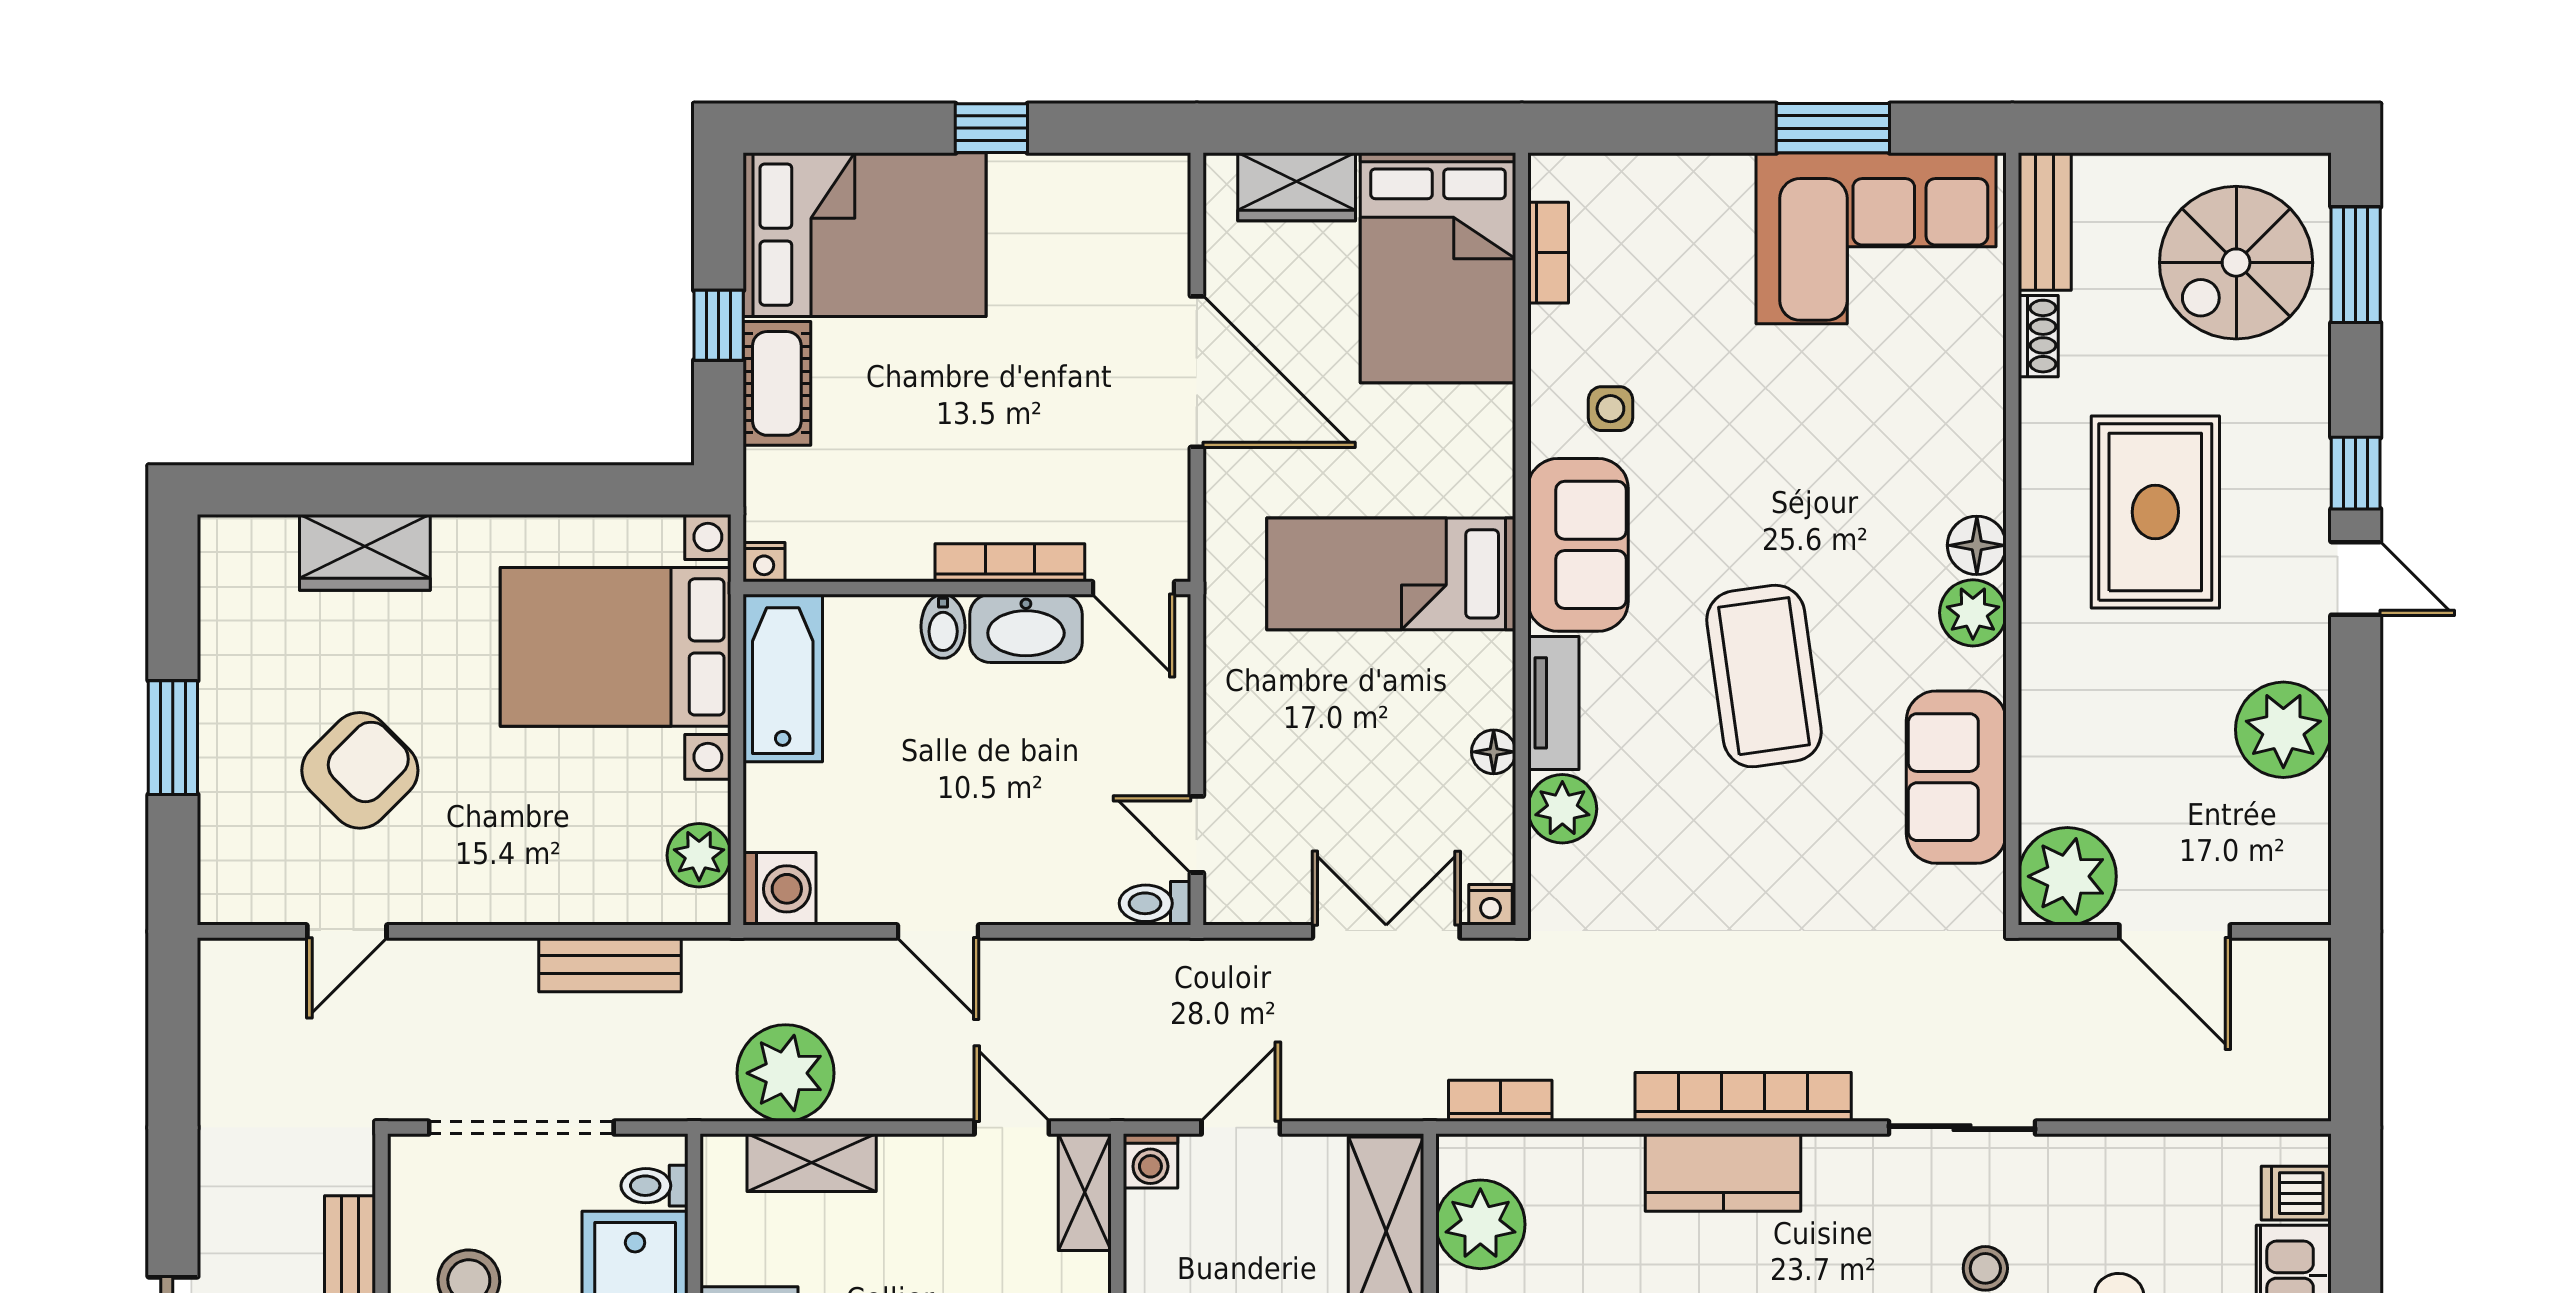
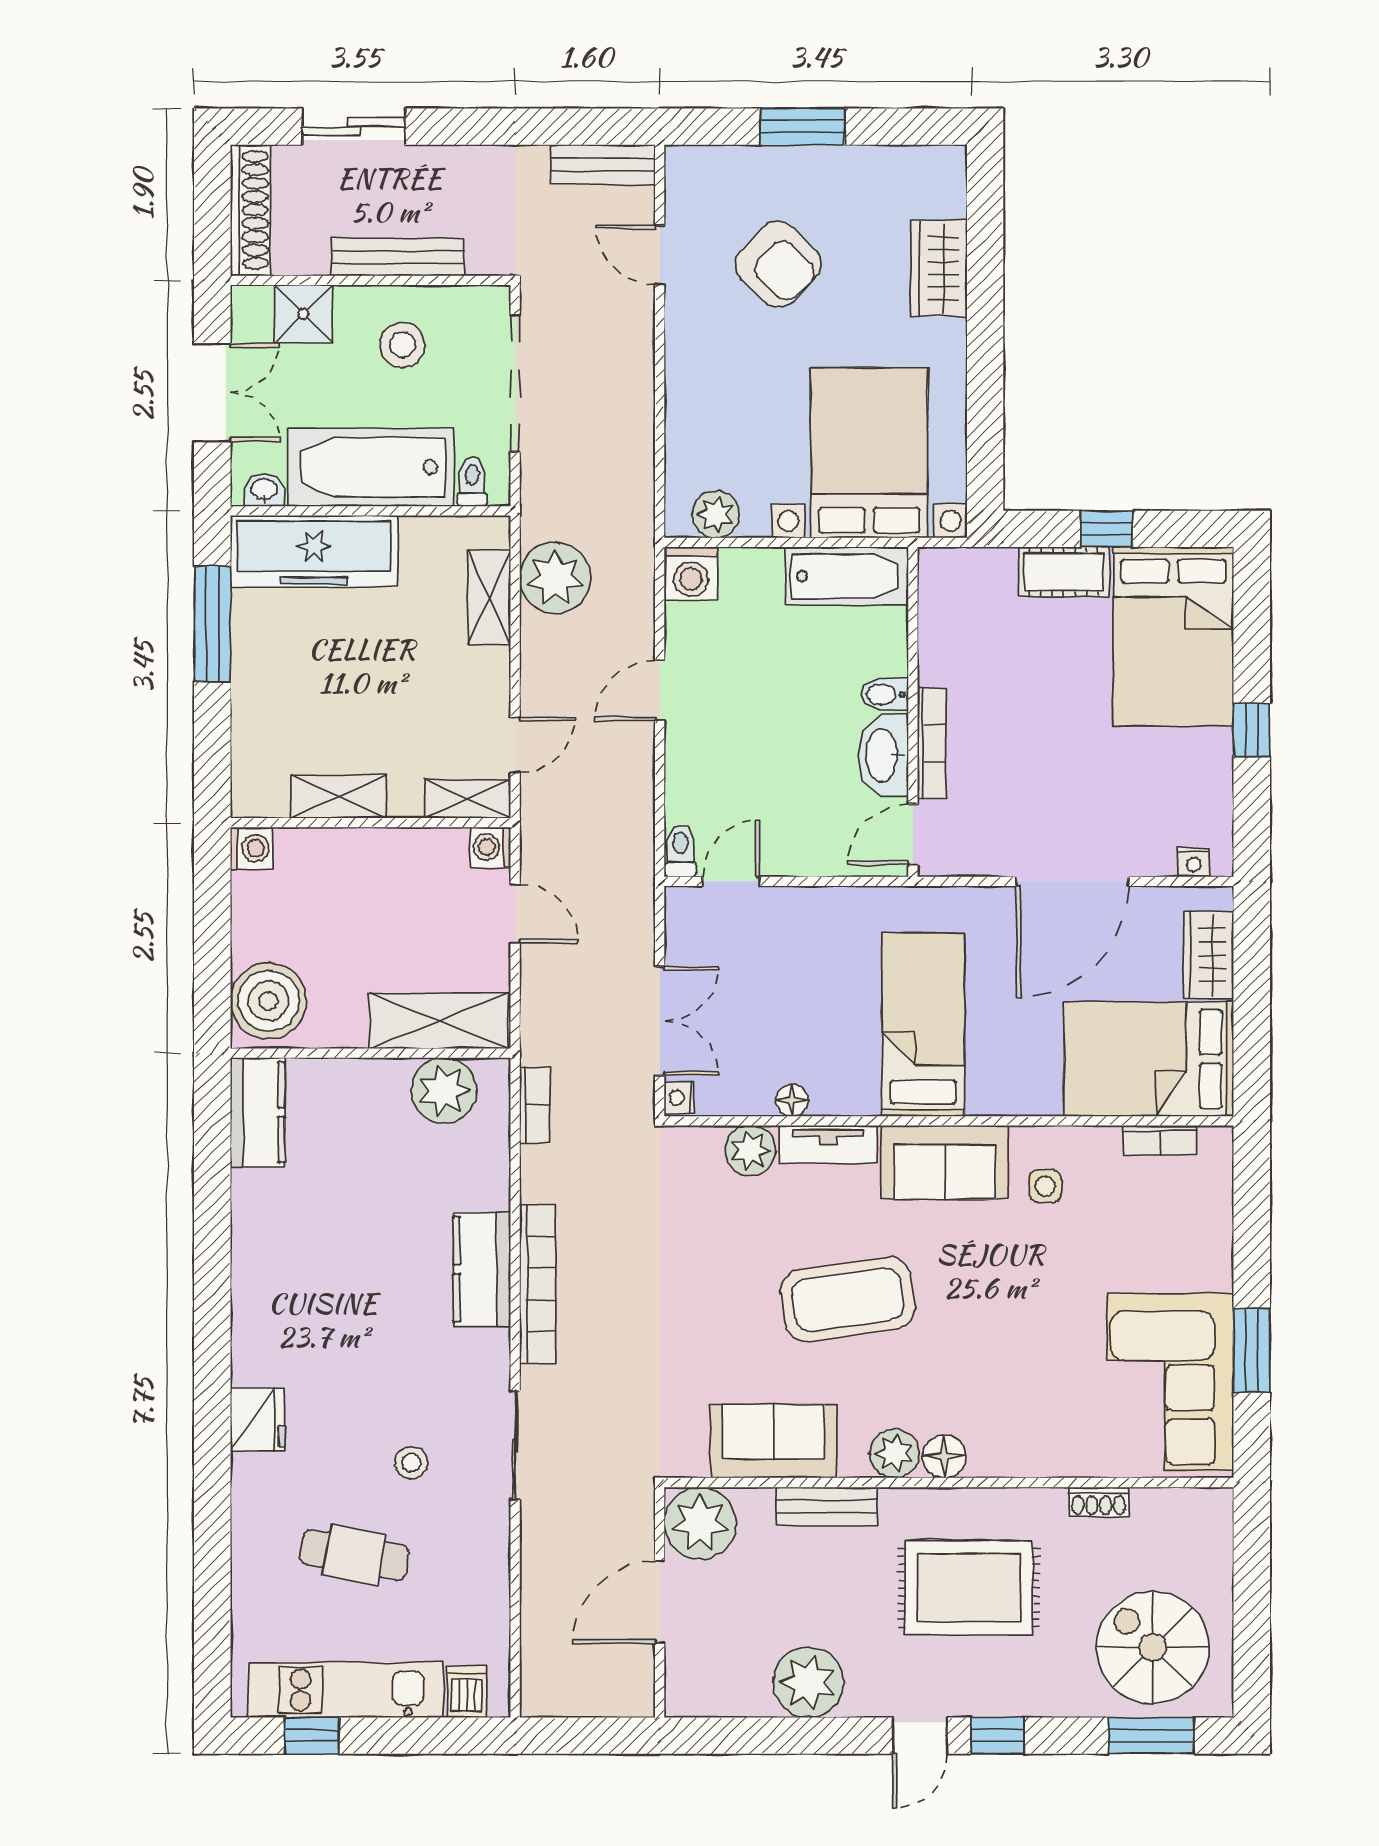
bench: (2045, 222) -> (827, 1506), moved
nightstand: (764, 562) -> (1194, 862), moved, turned -90
bench: (610, 965) -> (603, 165), moved, turned 90

